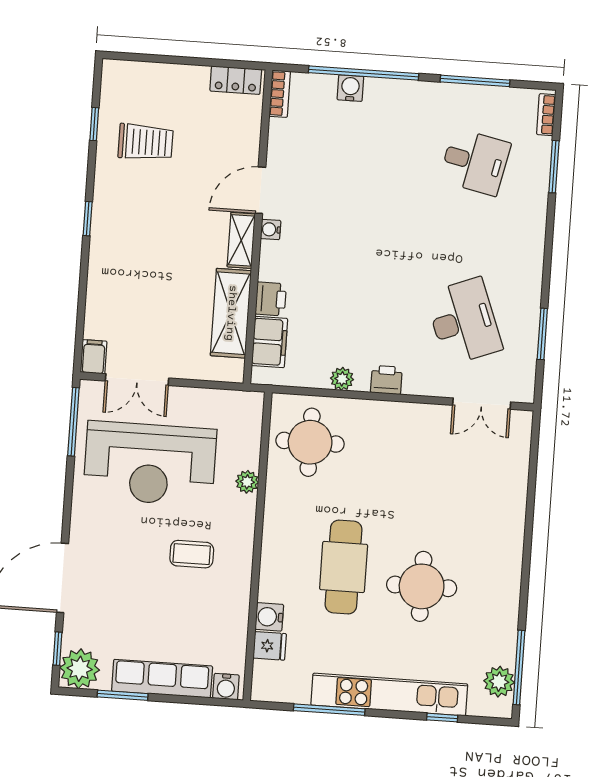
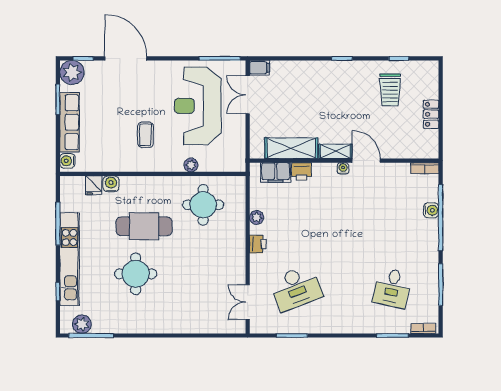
locker: (236, 80) -> (431, 114), moved
round table: (310, 442) -> (203, 205), moved

